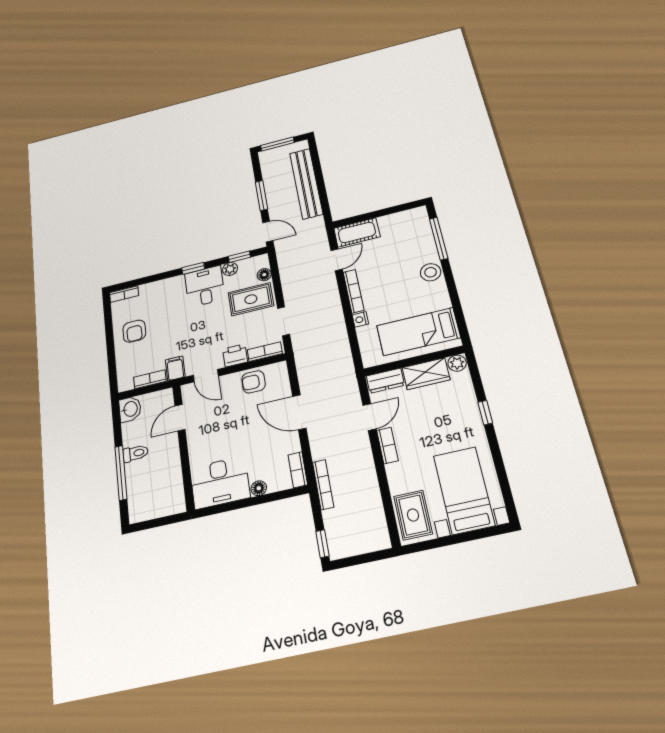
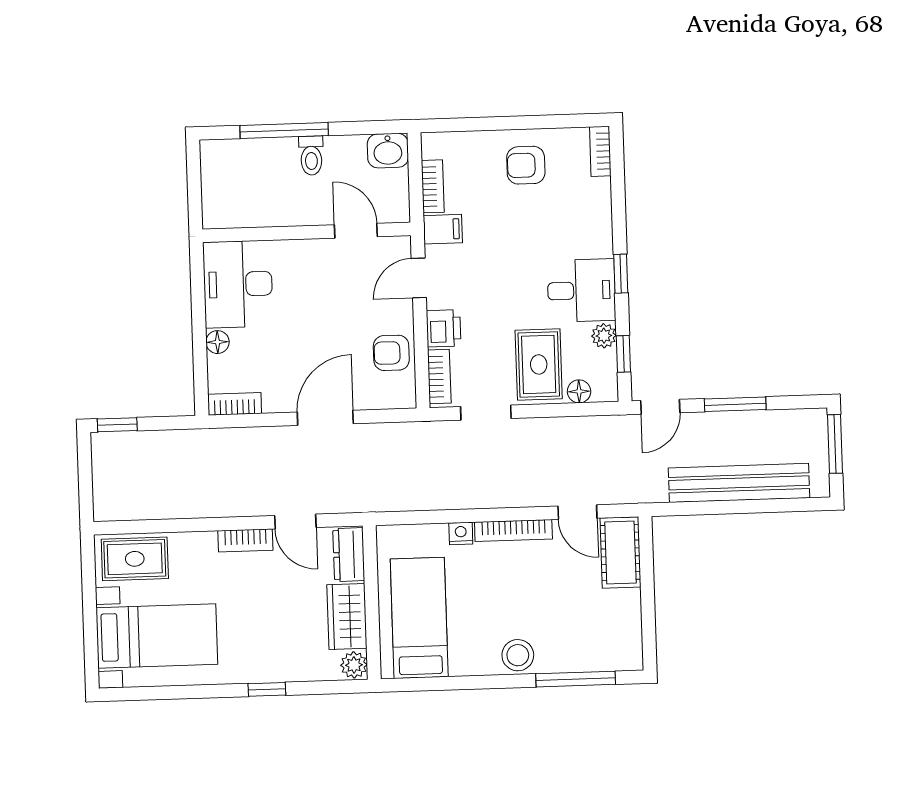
armchair: (254, 382) -> (391, 353), turned -90
bookcase: (323, 485) -> (204, 438), removed

